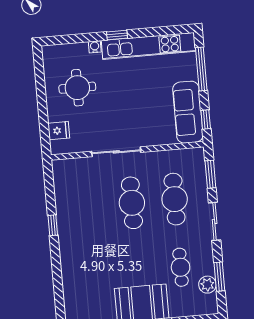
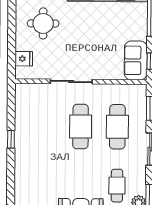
sofa: (188, 112) -> (136, 60), width x0.73

